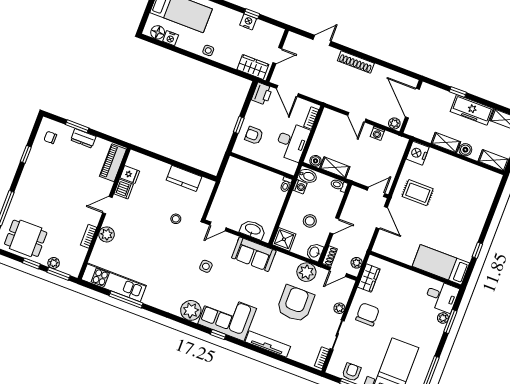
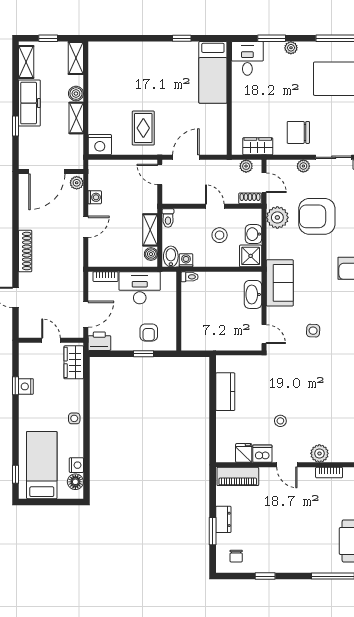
stool: (176, 219) -> (280, 421), moved
washbasin: (315, 252) -> (253, 234), moved, turned 90
plant: (443, 318) -> (291, 48), moved

